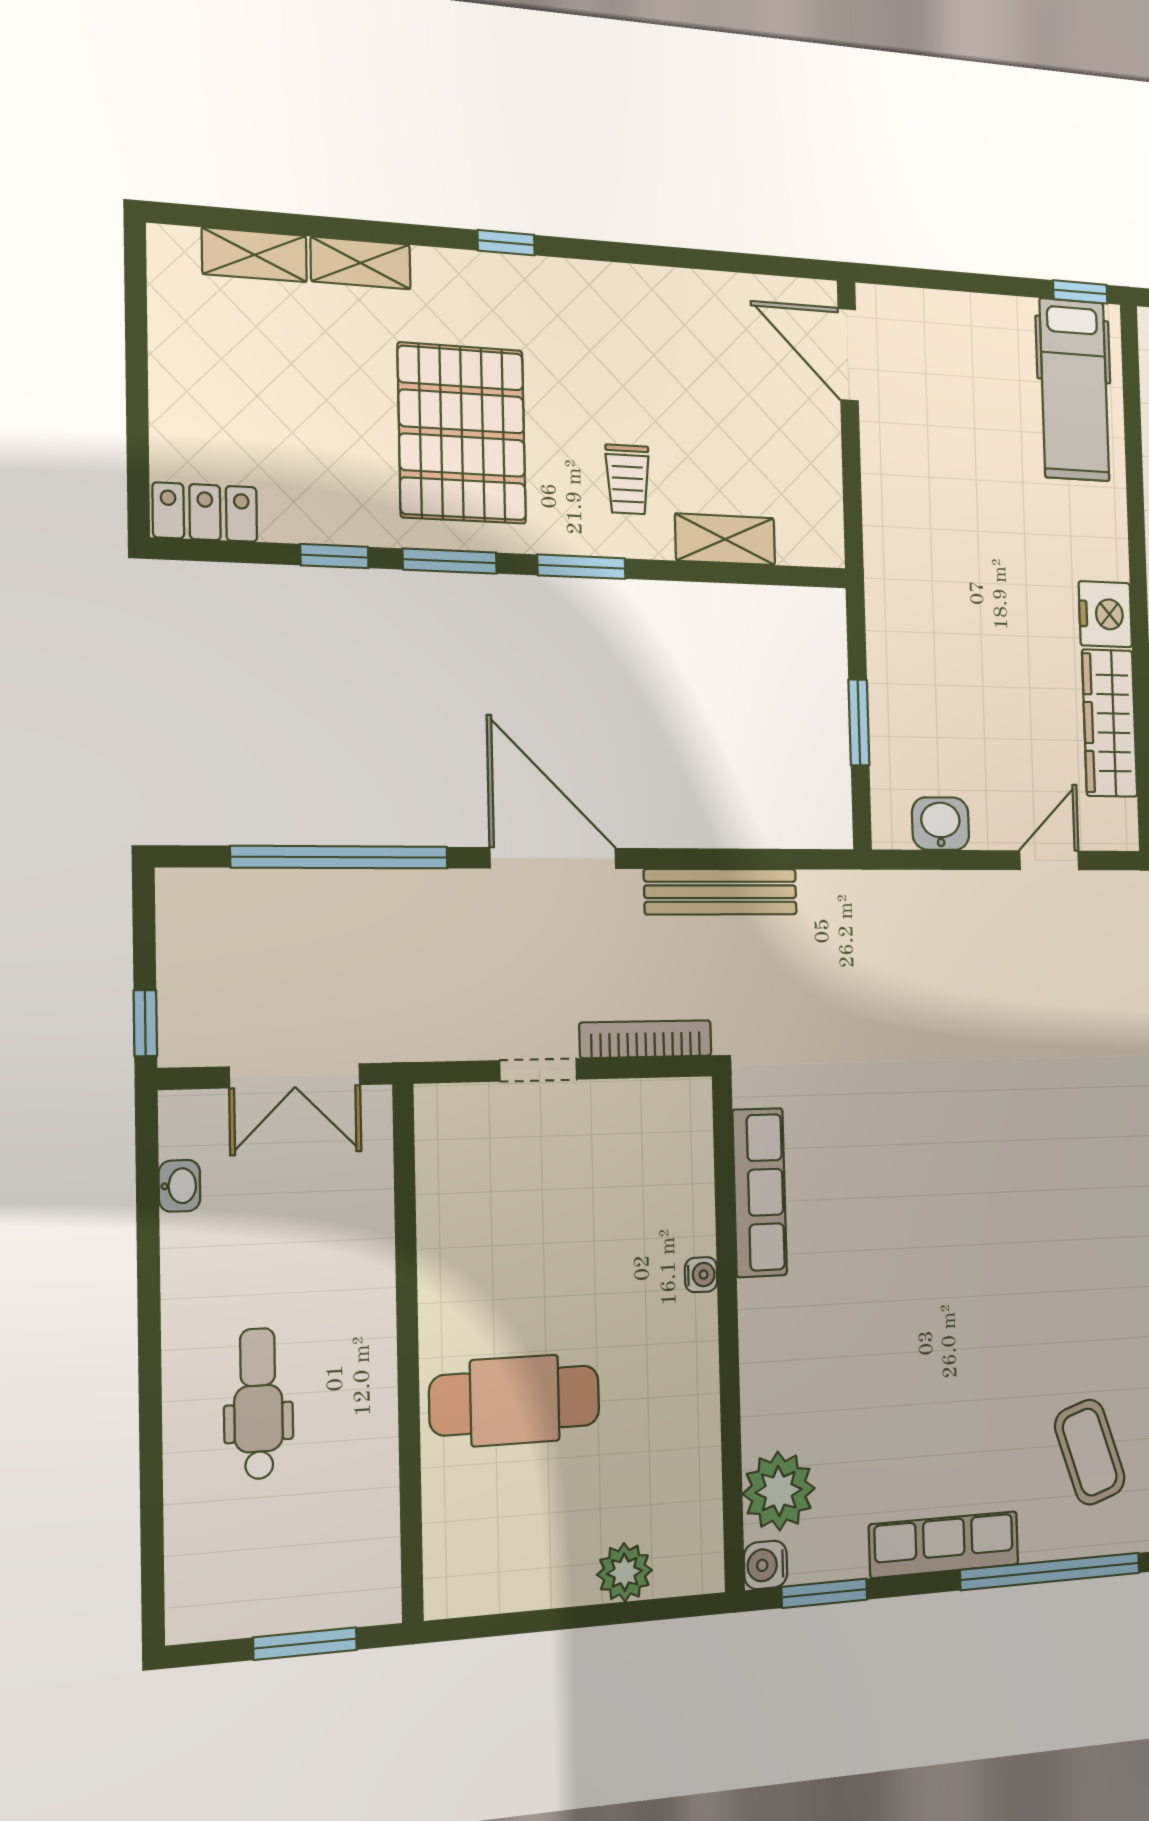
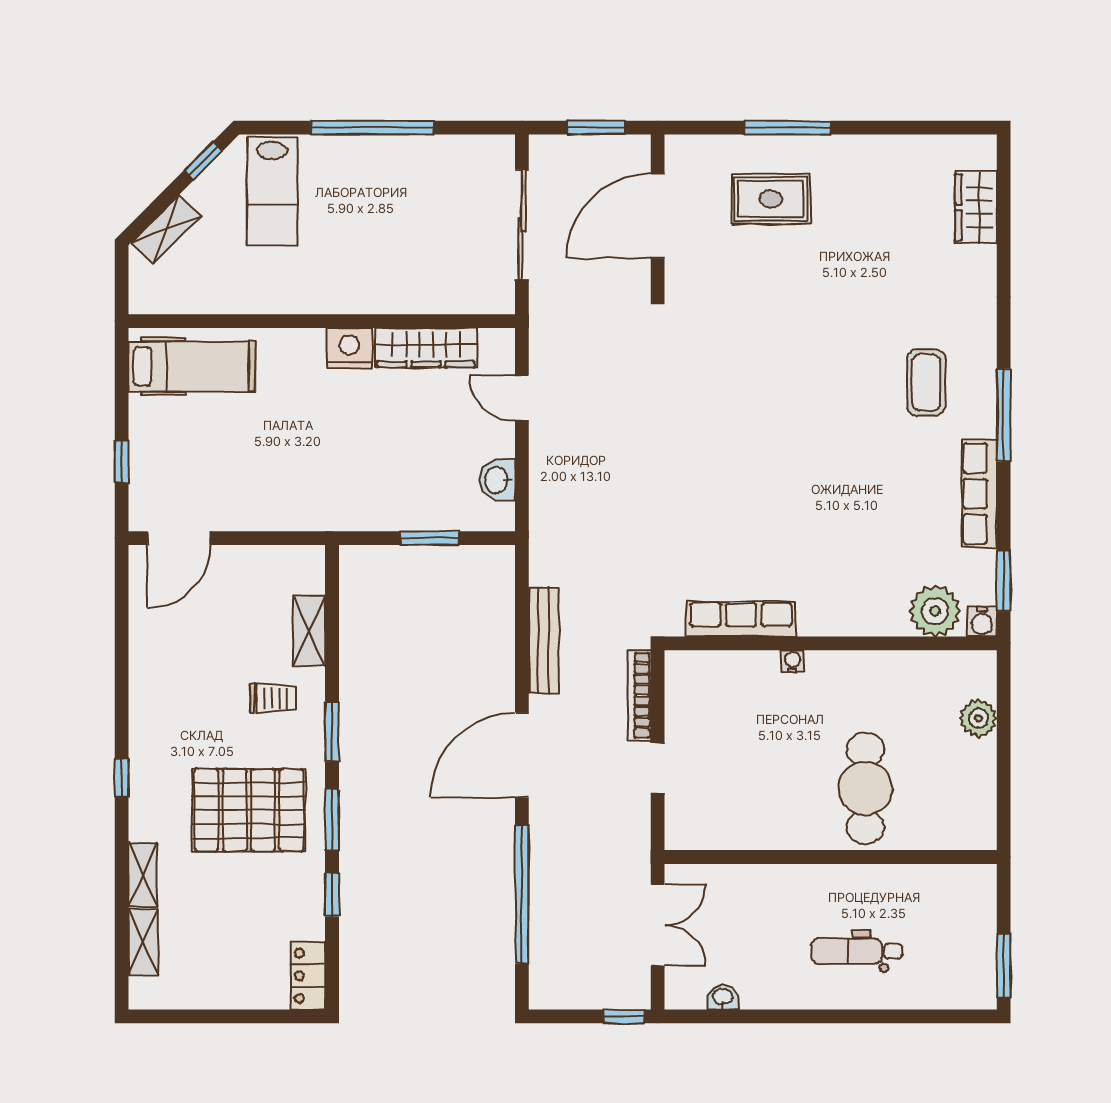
window: (1080, 292) -> (122, 461), moved
coffee table: (1090, 1452) -> (926, 382), turned -72
window: (1051, 1571) -> (1004, 415), width x0.68
window: (305, 1644) -> (1004, 965), moved

